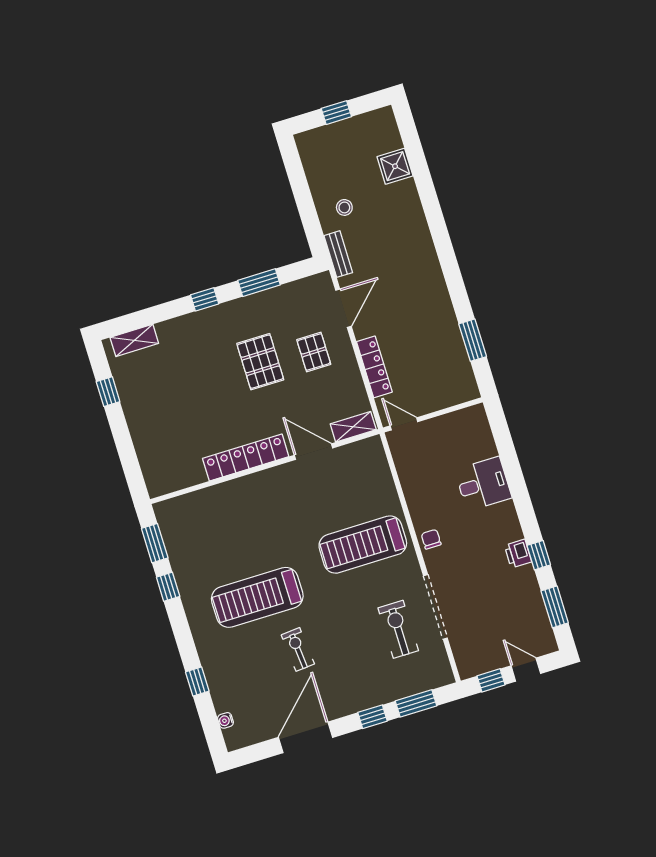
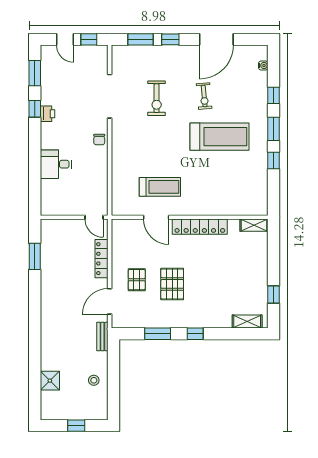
stool: (344, 207) -> (94, 380), moved
shelving: (353, 427) -> (254, 225), moved
window: (155, 543) -> (273, 129), moved
treadmill: (363, 545) -> (160, 187), moved, width x0.73, depth x0.73
exercise bike: (398, 629) -> (157, 98), moved

